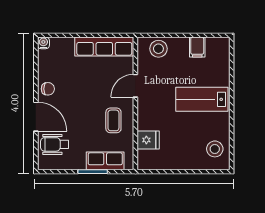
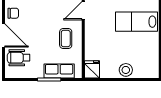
fridge: (148, 140) -> (92, 69), moved, turned -90
stool: (215, 149) -> (126, 70), moved

